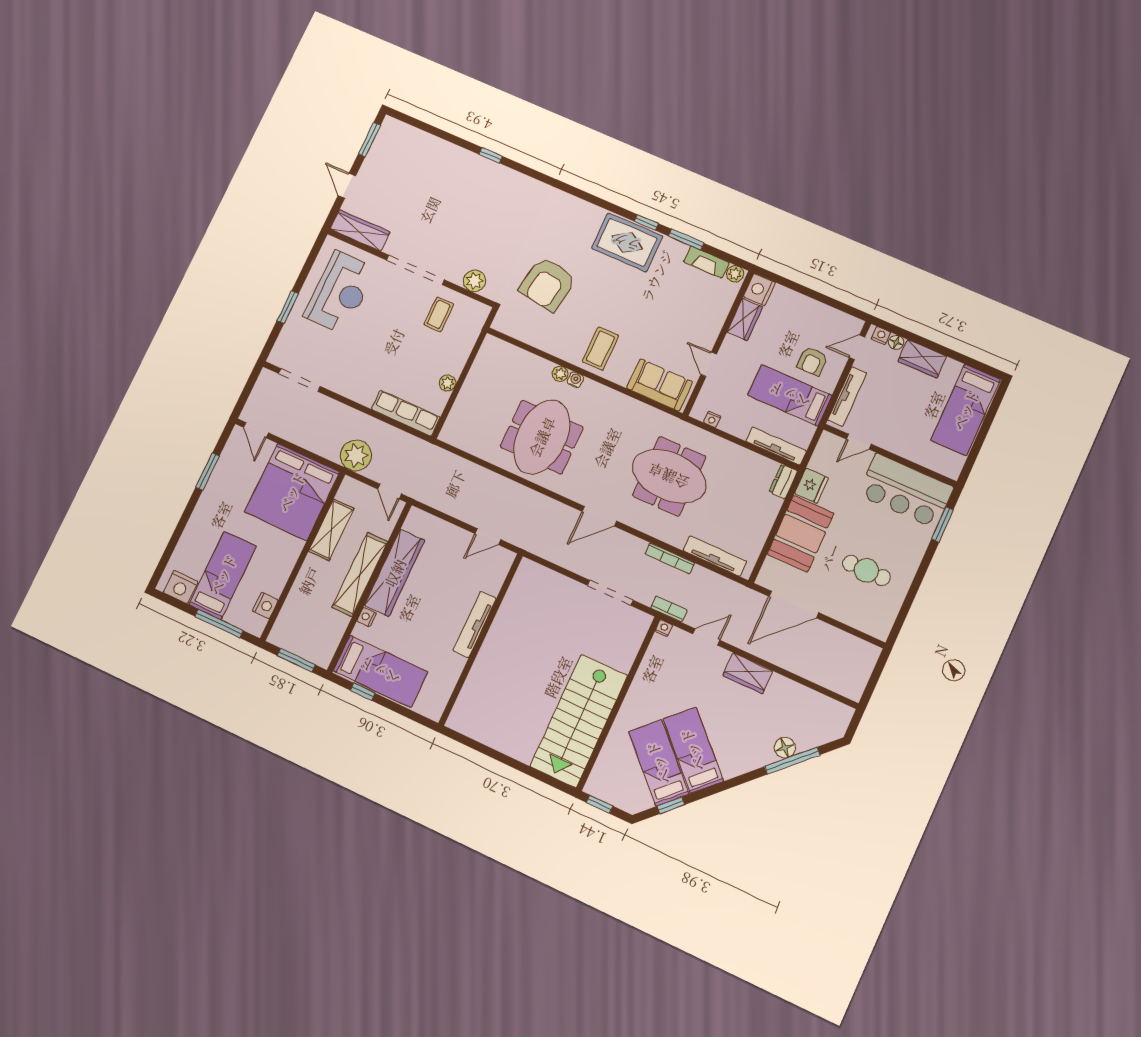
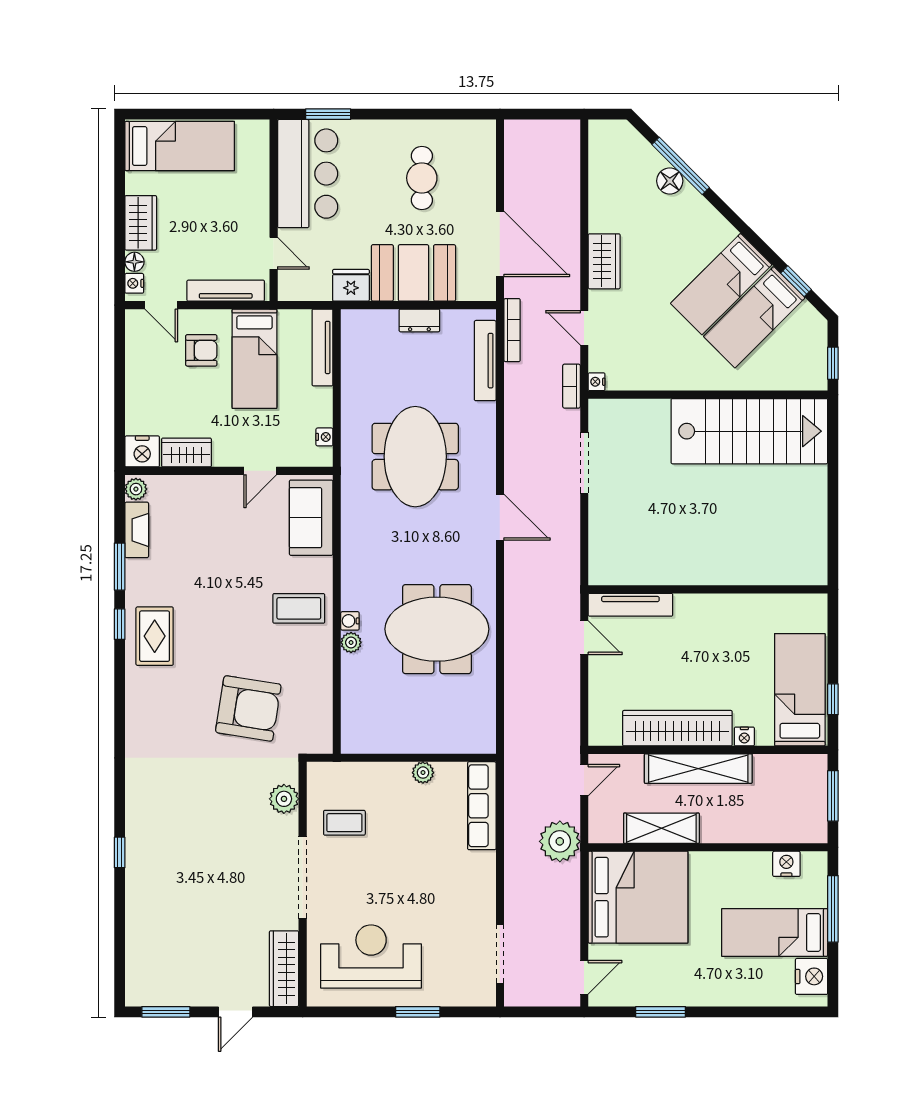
rug: (627, 242) -> (155, 636), width x0.73, depth x0.70
dresser: (783, 482) -> (419, 320), moved
bookcase: (670, 558) -> (512, 330), moved
tv unit: (475, 624) -> (630, 605), moved

